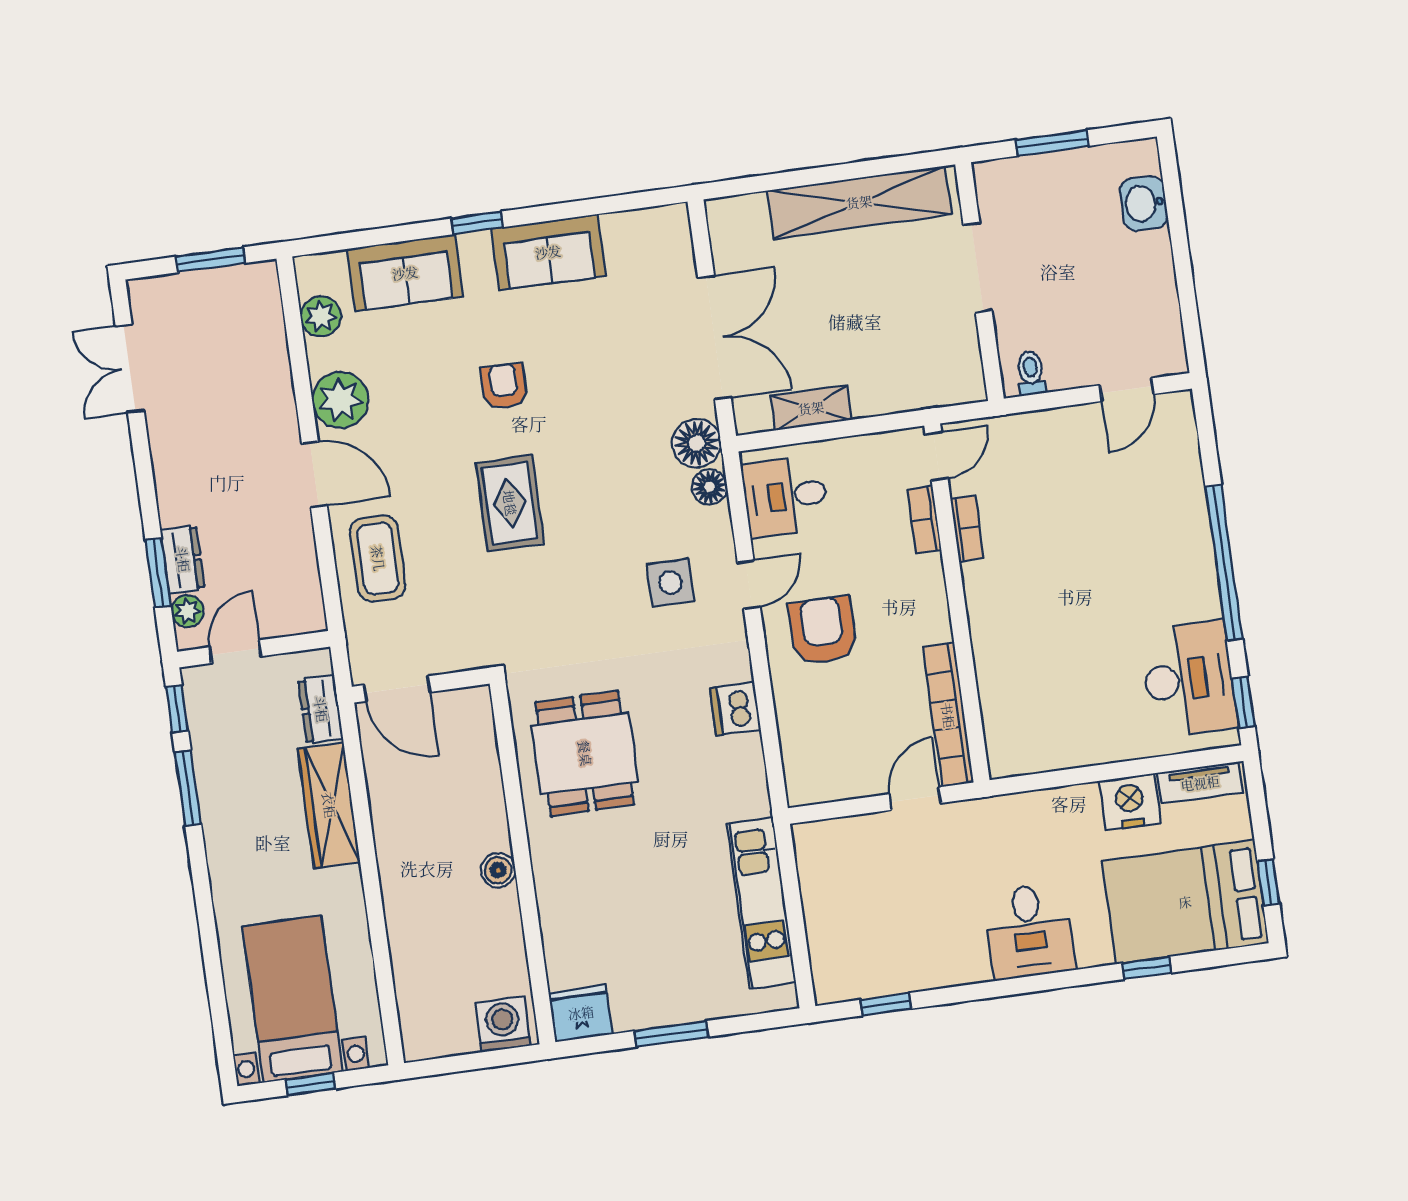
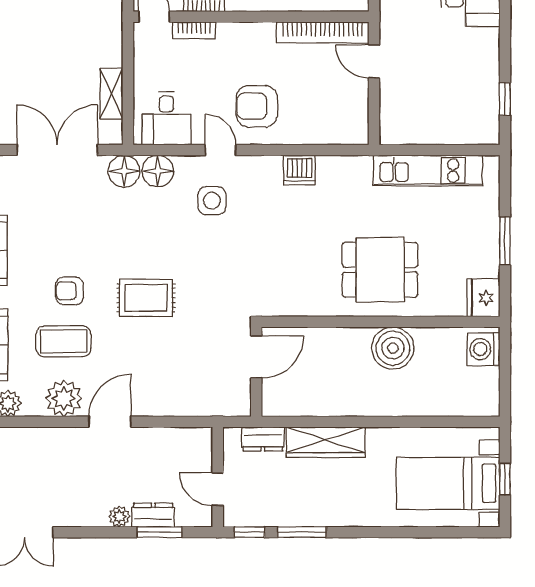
floor lamp: (709, 487) -> (158, 171), width x1.38, depth x1.38
coffee table: (378, 558) -> (64, 341), moved
plant: (188, 611) -> (119, 516), moved
door: (397, 689) -> (256, 357), moved
dining table: (585, 753) -> (380, 270), moved
boiler: (498, 870) -> (393, 348), width x1.86, depth x1.86

